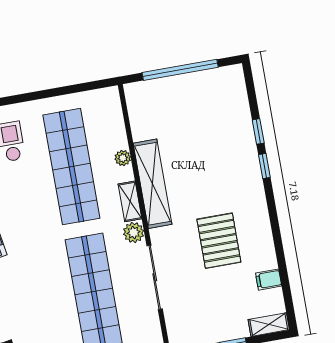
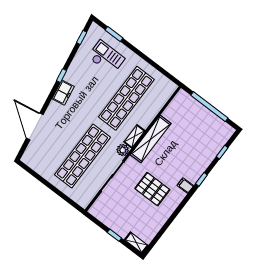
window: (258, 131) -> (222, 152), moved
plant: (123, 158) -> (150, 117), removed
pallet: (219, 241) -> (152, 189), turned 90
filing cabinet: (269, 280) -> (185, 186), moved

